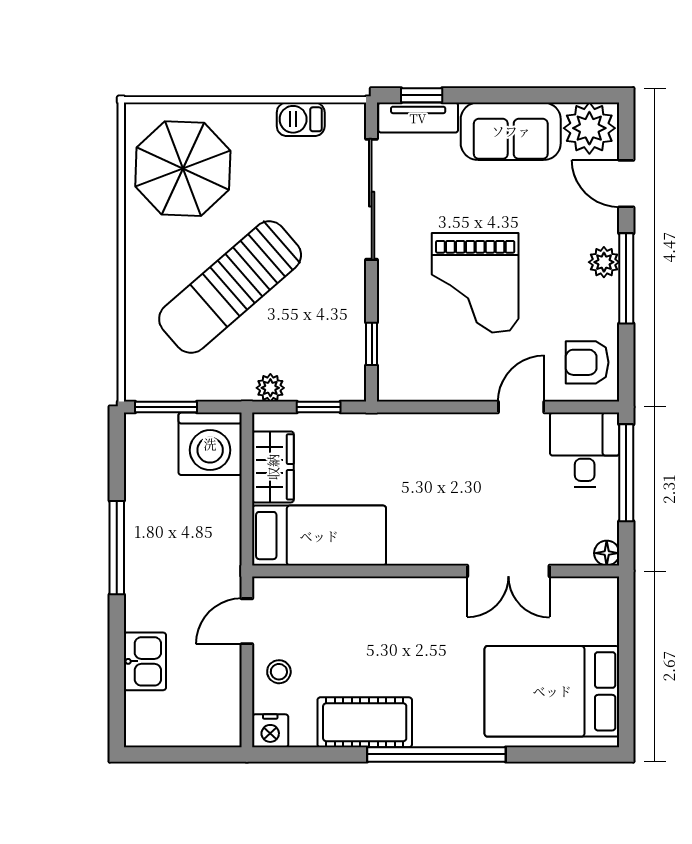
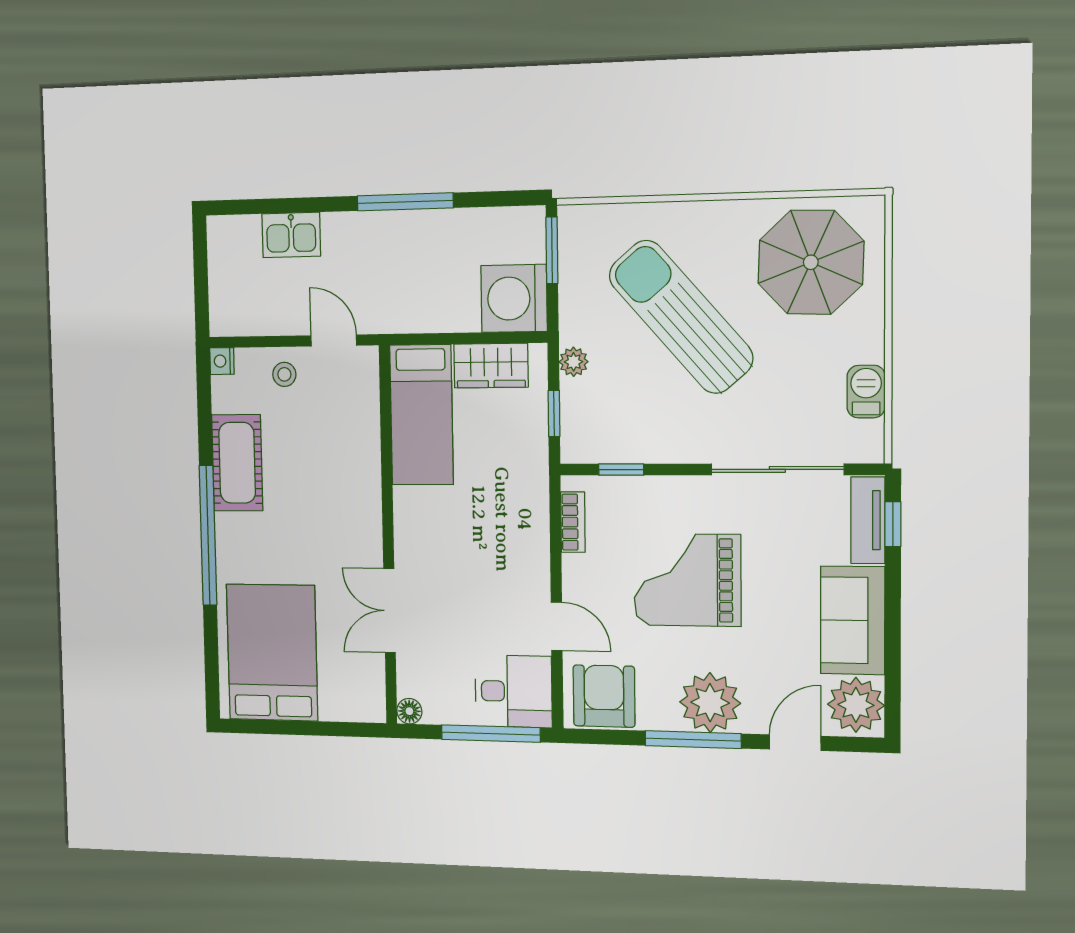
plant: (604, 262) -> (710, 703), width x1.88, depth x1.88
armchair: (587, 362) -> (604, 696), width x1.38, depth x1.38
bookcase: (421, 390) -> (573, 522), added
nightstand: (270, 731) -> (222, 361), width x0.72, depth x0.74

